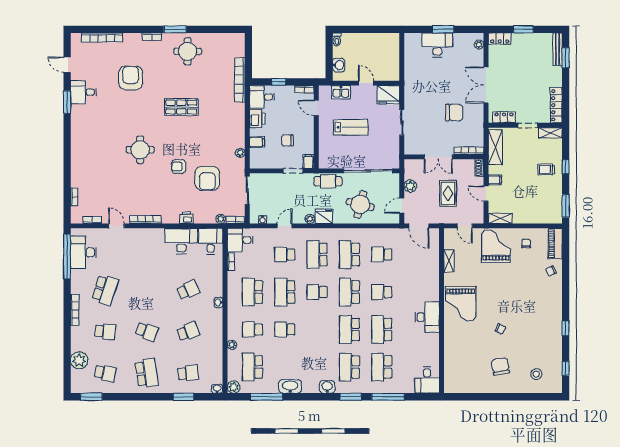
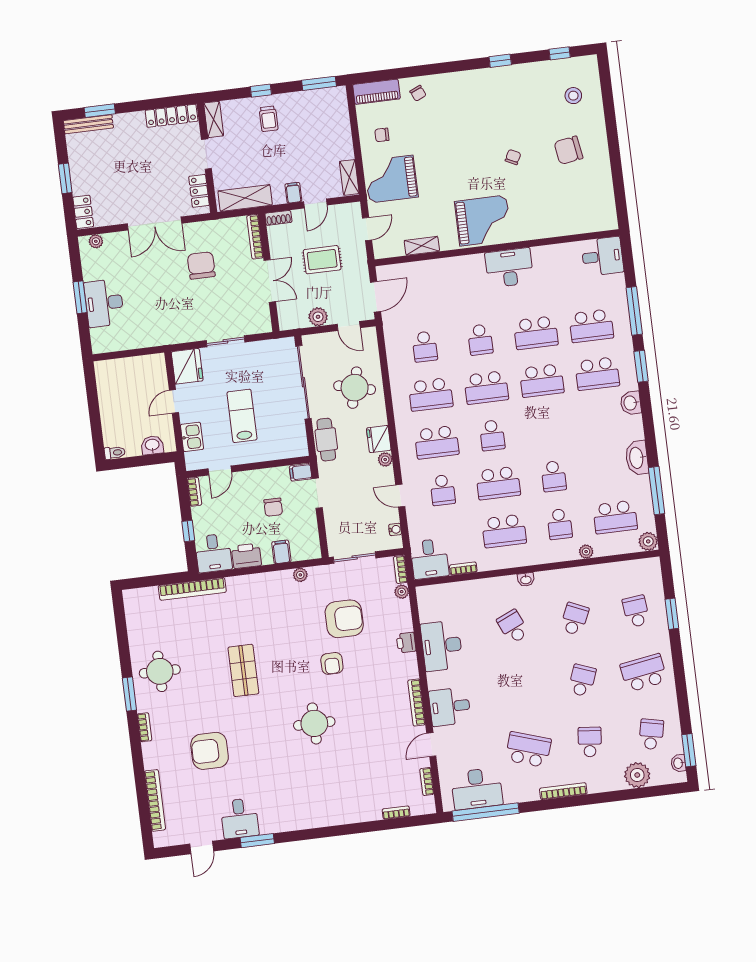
desk: (211, 241) -> (450, 707), moved
school desk: (188, 332) -> (574, 619), turned 45
washbasin: (217, 389) -> (678, 763), moved

